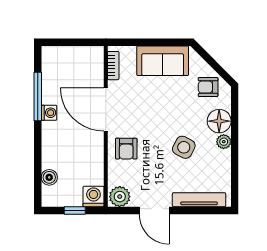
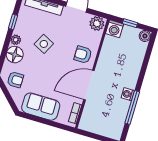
door: (106, 109) -> (89, 85), swing flipped
armchair: (126, 149) -> (83, 55), turned -90
window: (235, 165) -> (13, 22), added
boiler: (49, 177) -> (145, 36), moved

